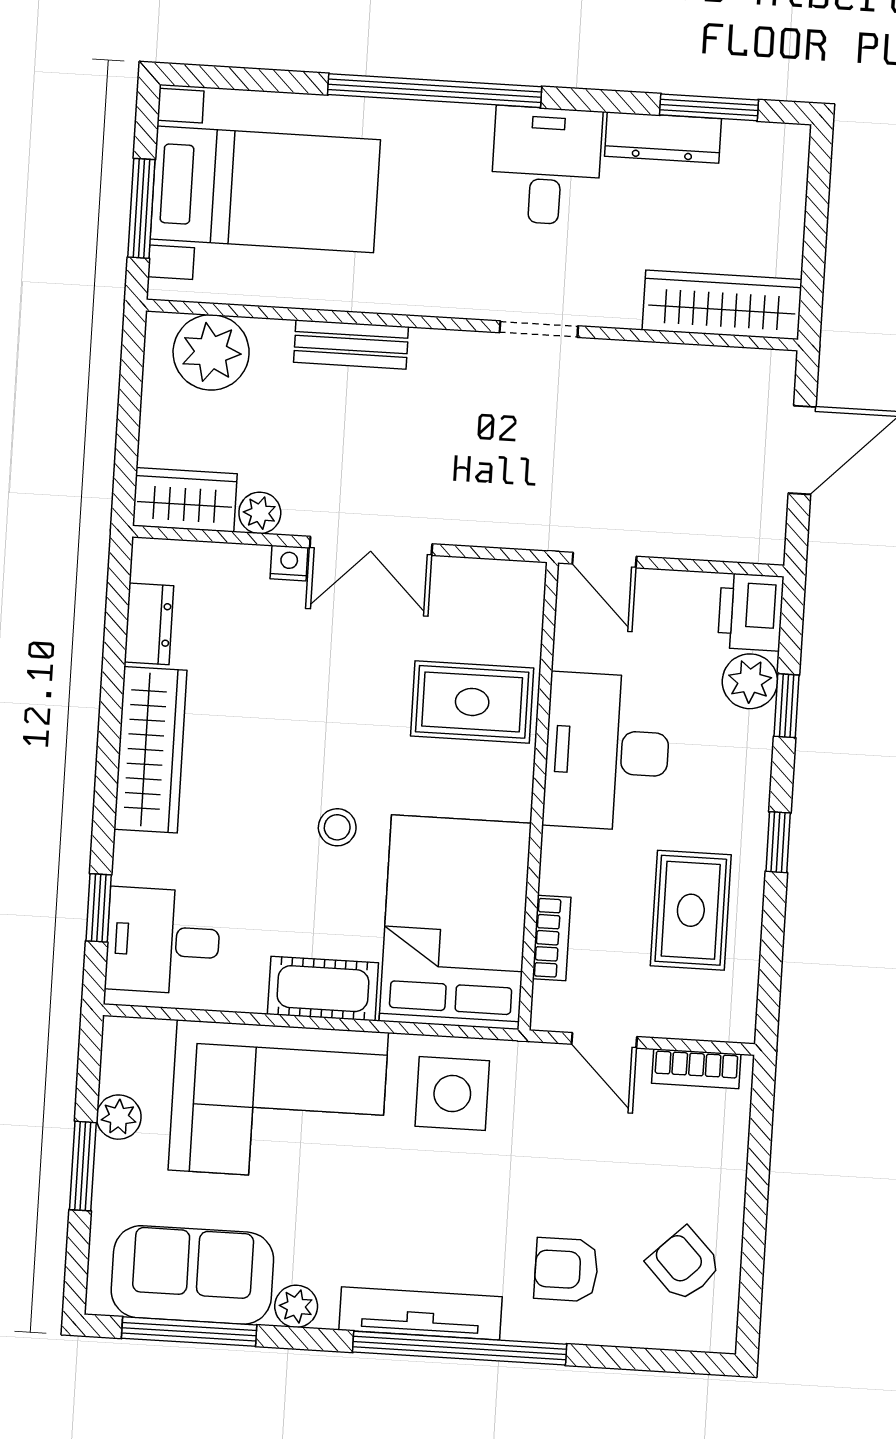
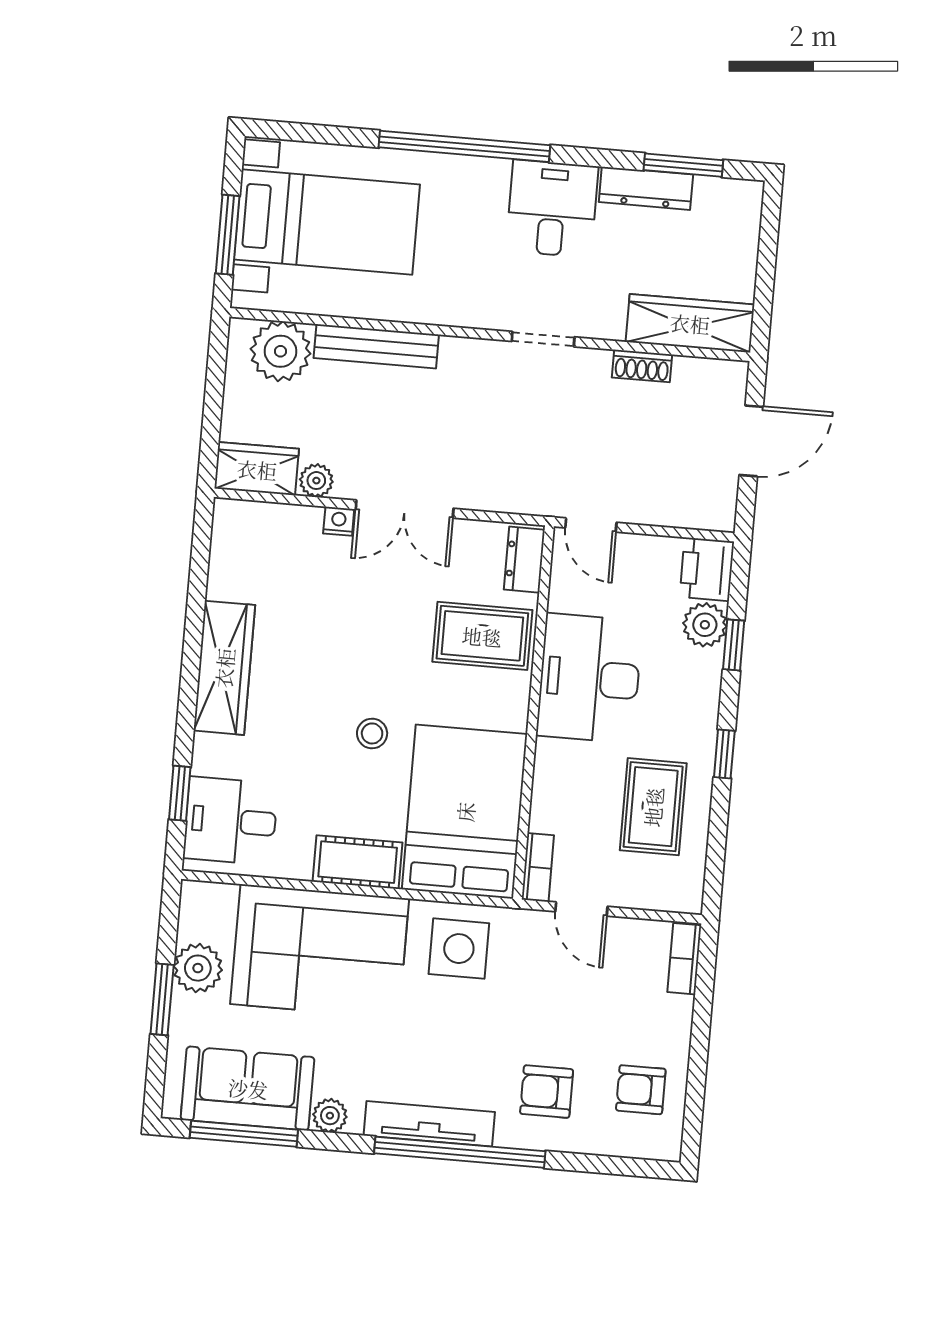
bench: (351, 344) -> (376, 346), width x1.36
shoe rack: (663, 360) -> (642, 366), added
dresser: (149, 624) -> (524, 560), moved, turned 180
bookcase: (552, 938) -> (538, 867), moved
bookcase: (696, 1069) -> (684, 959), moved, turned 90
plant: (119, 1117) -> (198, 968), width x1.38, depth x1.38
armchair: (684, 1264) -> (641, 1090), turned -46

